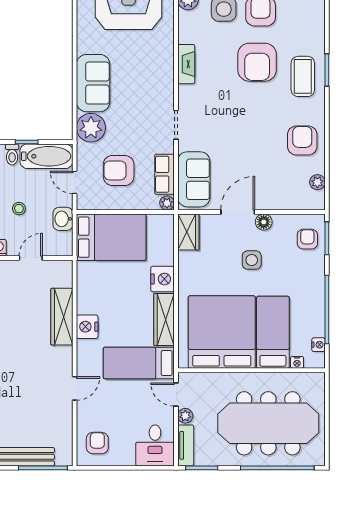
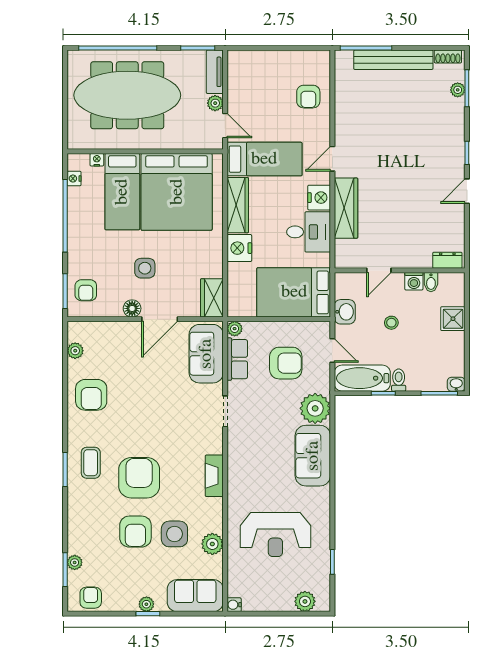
coffee table: (303, 76) -> (91, 463), width x0.73, depth x0.77
door: (75, 388) -> (332, 159), moved
armchair: (97, 443) -> (308, 97), moved
desk: (155, 445) -> (309, 232), moved, turned 90

